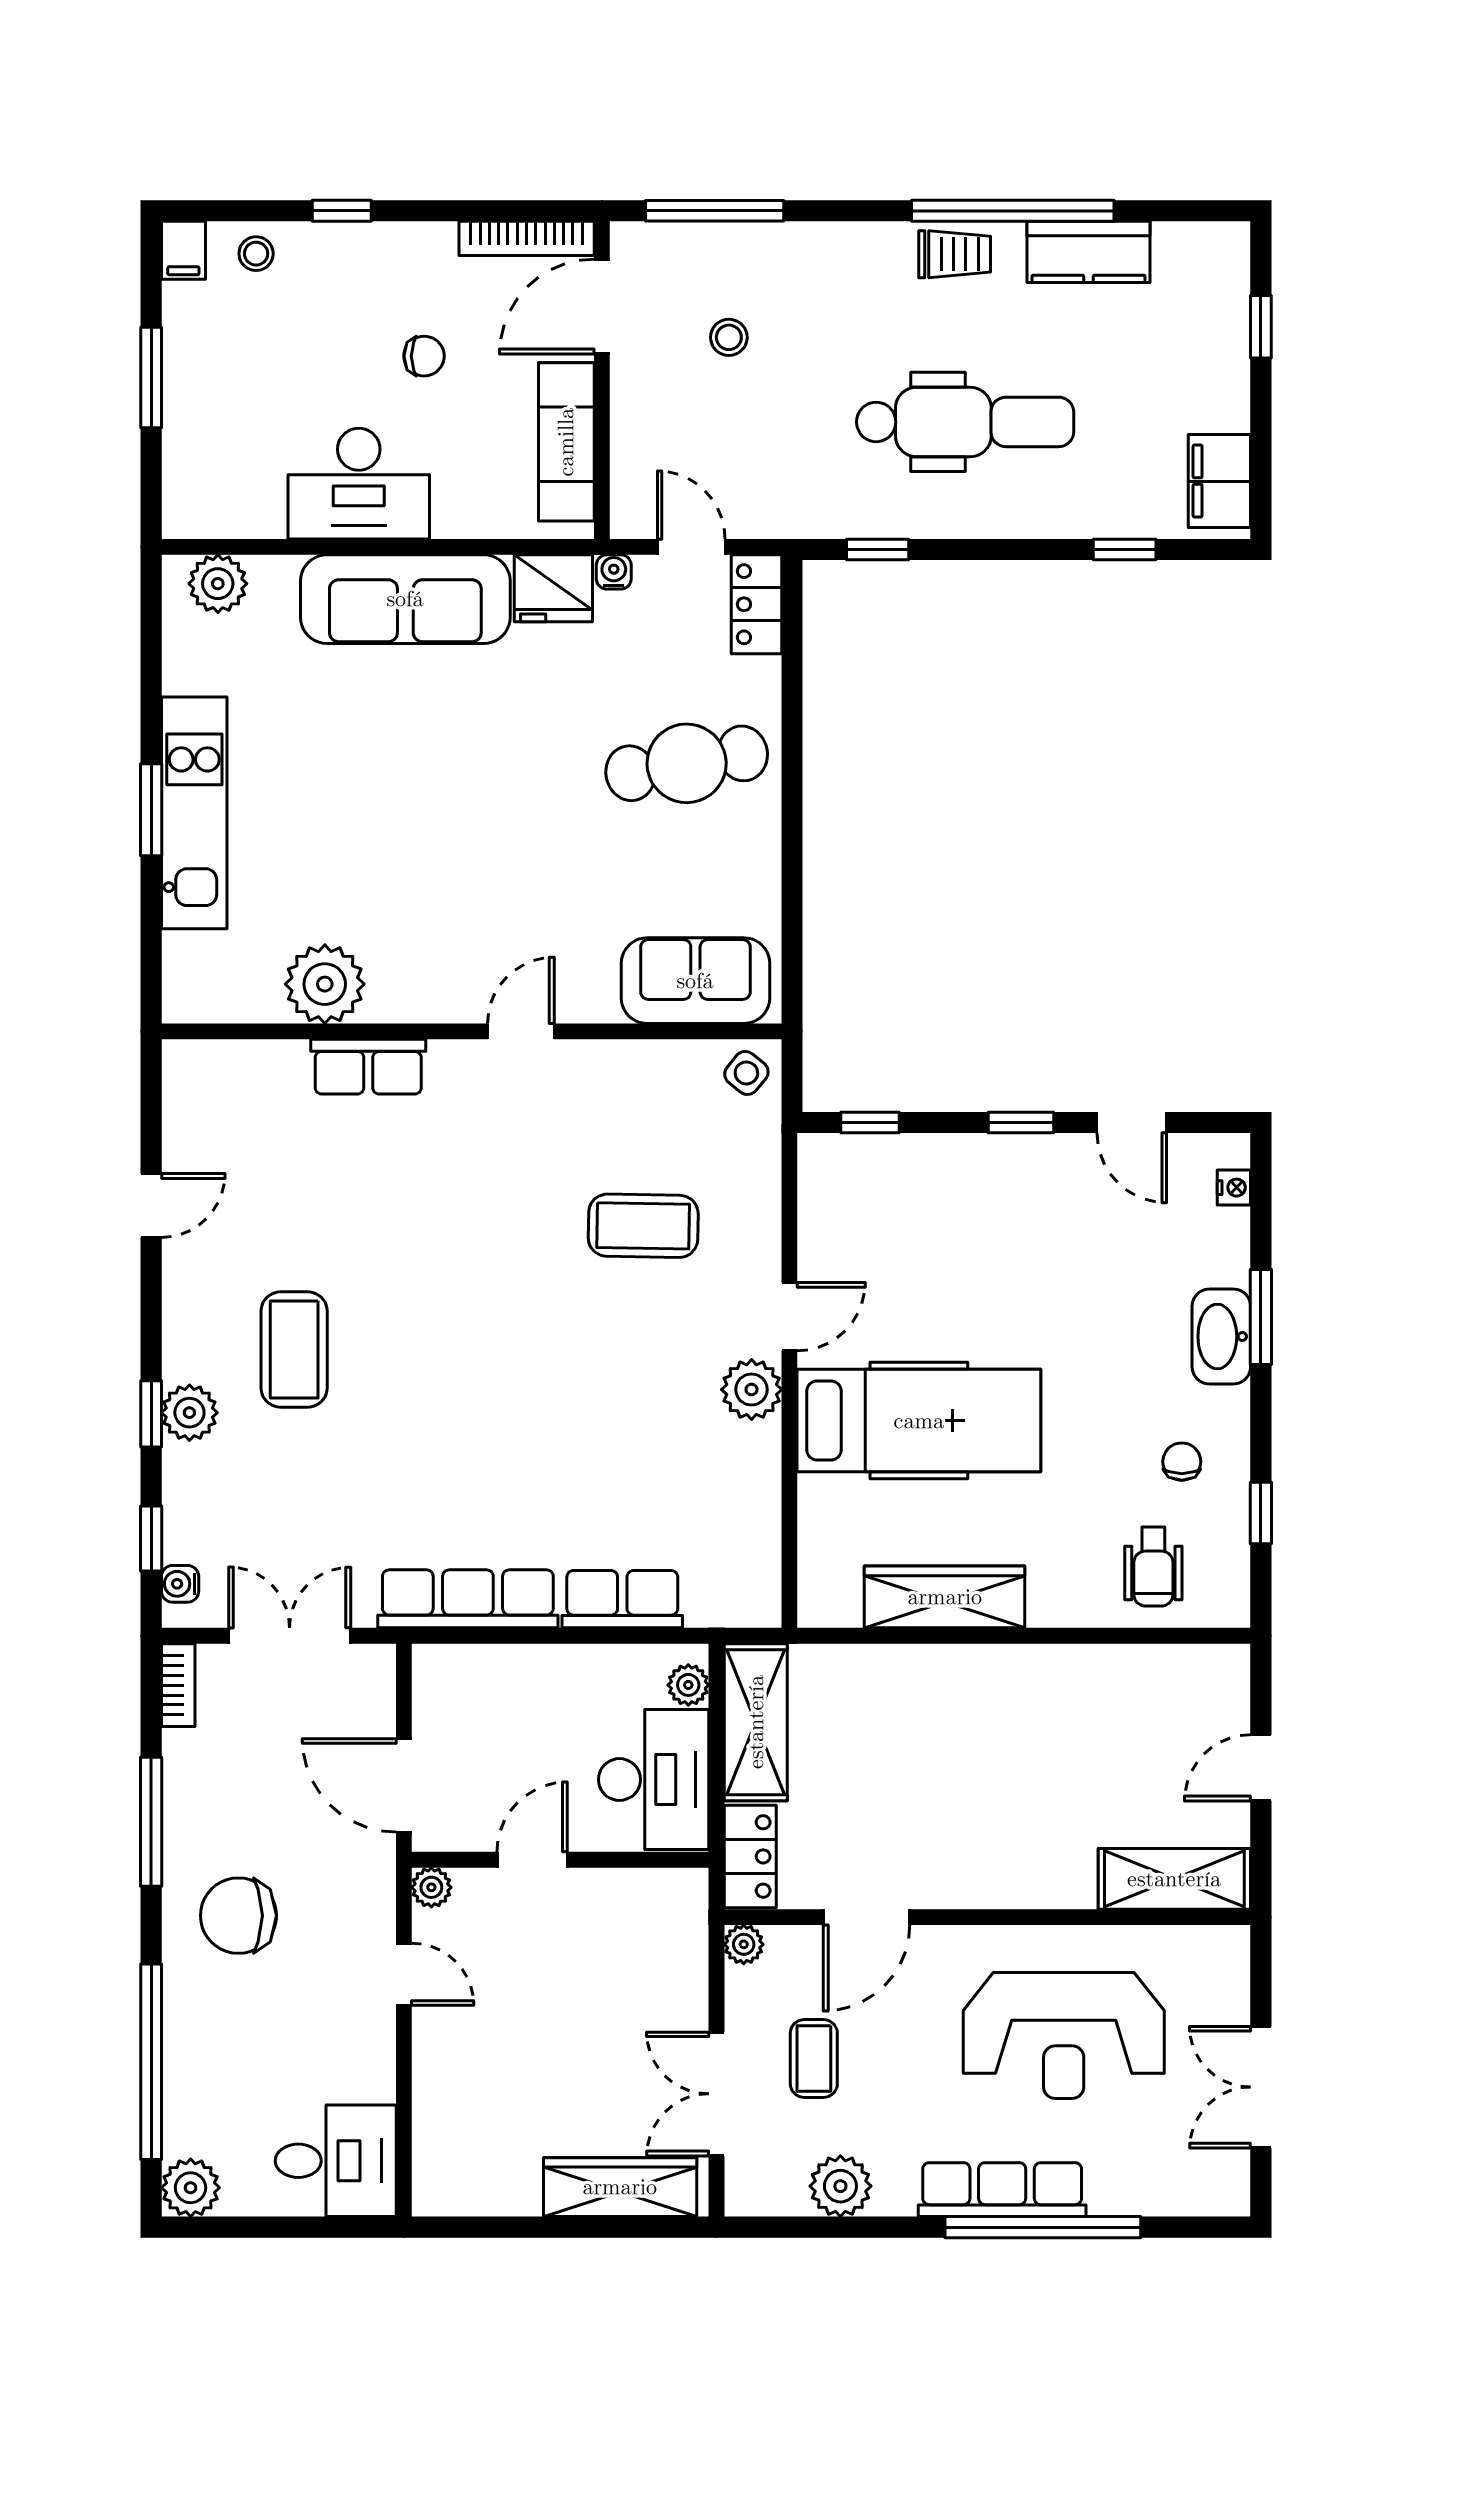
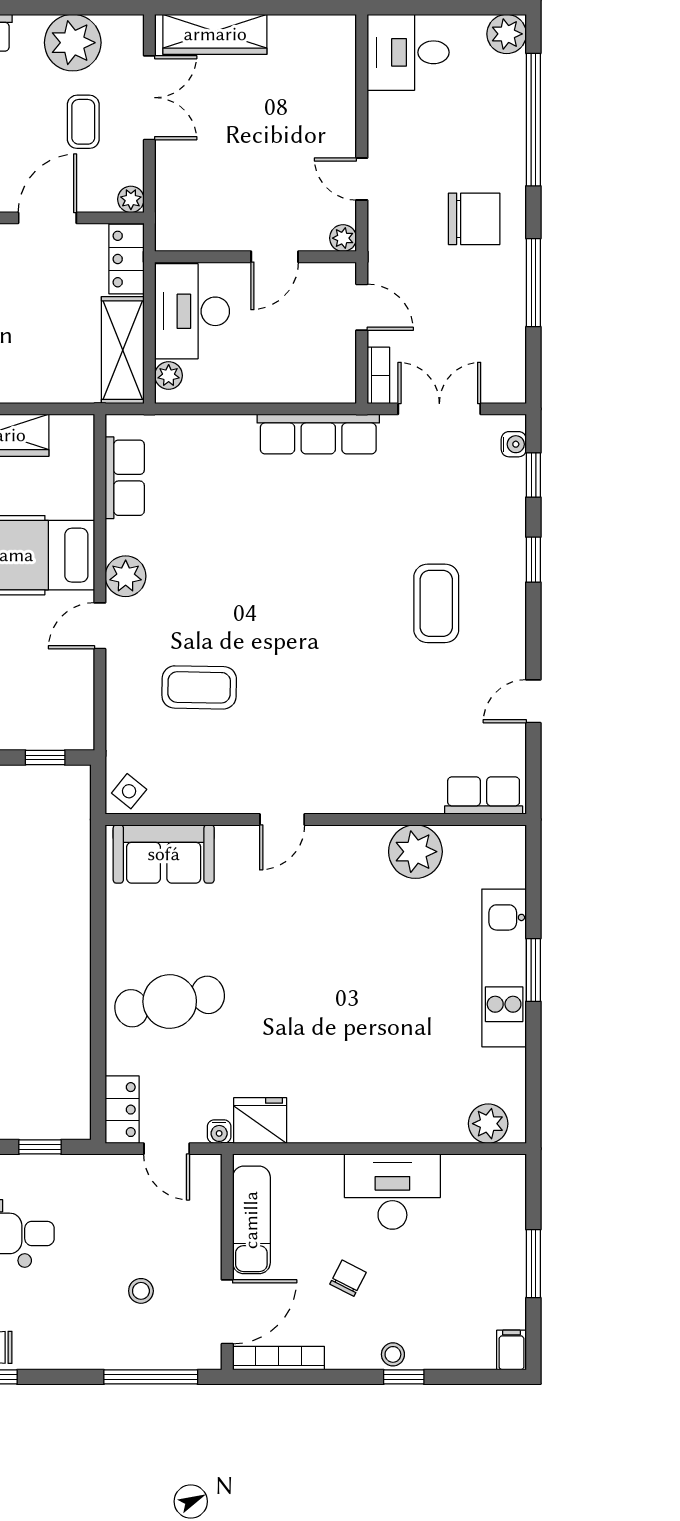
stool: (256, 254) -> (393, 1354), moved
chair: (424, 356) -> (348, 1278), turned 117
sofa: (405, 599) -> (361, 1113), removed
row of seats: (368, 1067) -> (484, 795), moved
plant: (189, 1413) -> (507, 560), removed
row of seats: (622, 1599) -> (125, 478), moved, turned -90
double door: (290, 1636) -> (439, 409), swing flipped
bookcase: (178, 1685) -> (378, 375), moved, turned 180
door: (404, 1785) -> (362, 307), width x0.73
plant: (840, 2186) -> (73, 43), width x1.36, depth x1.36

